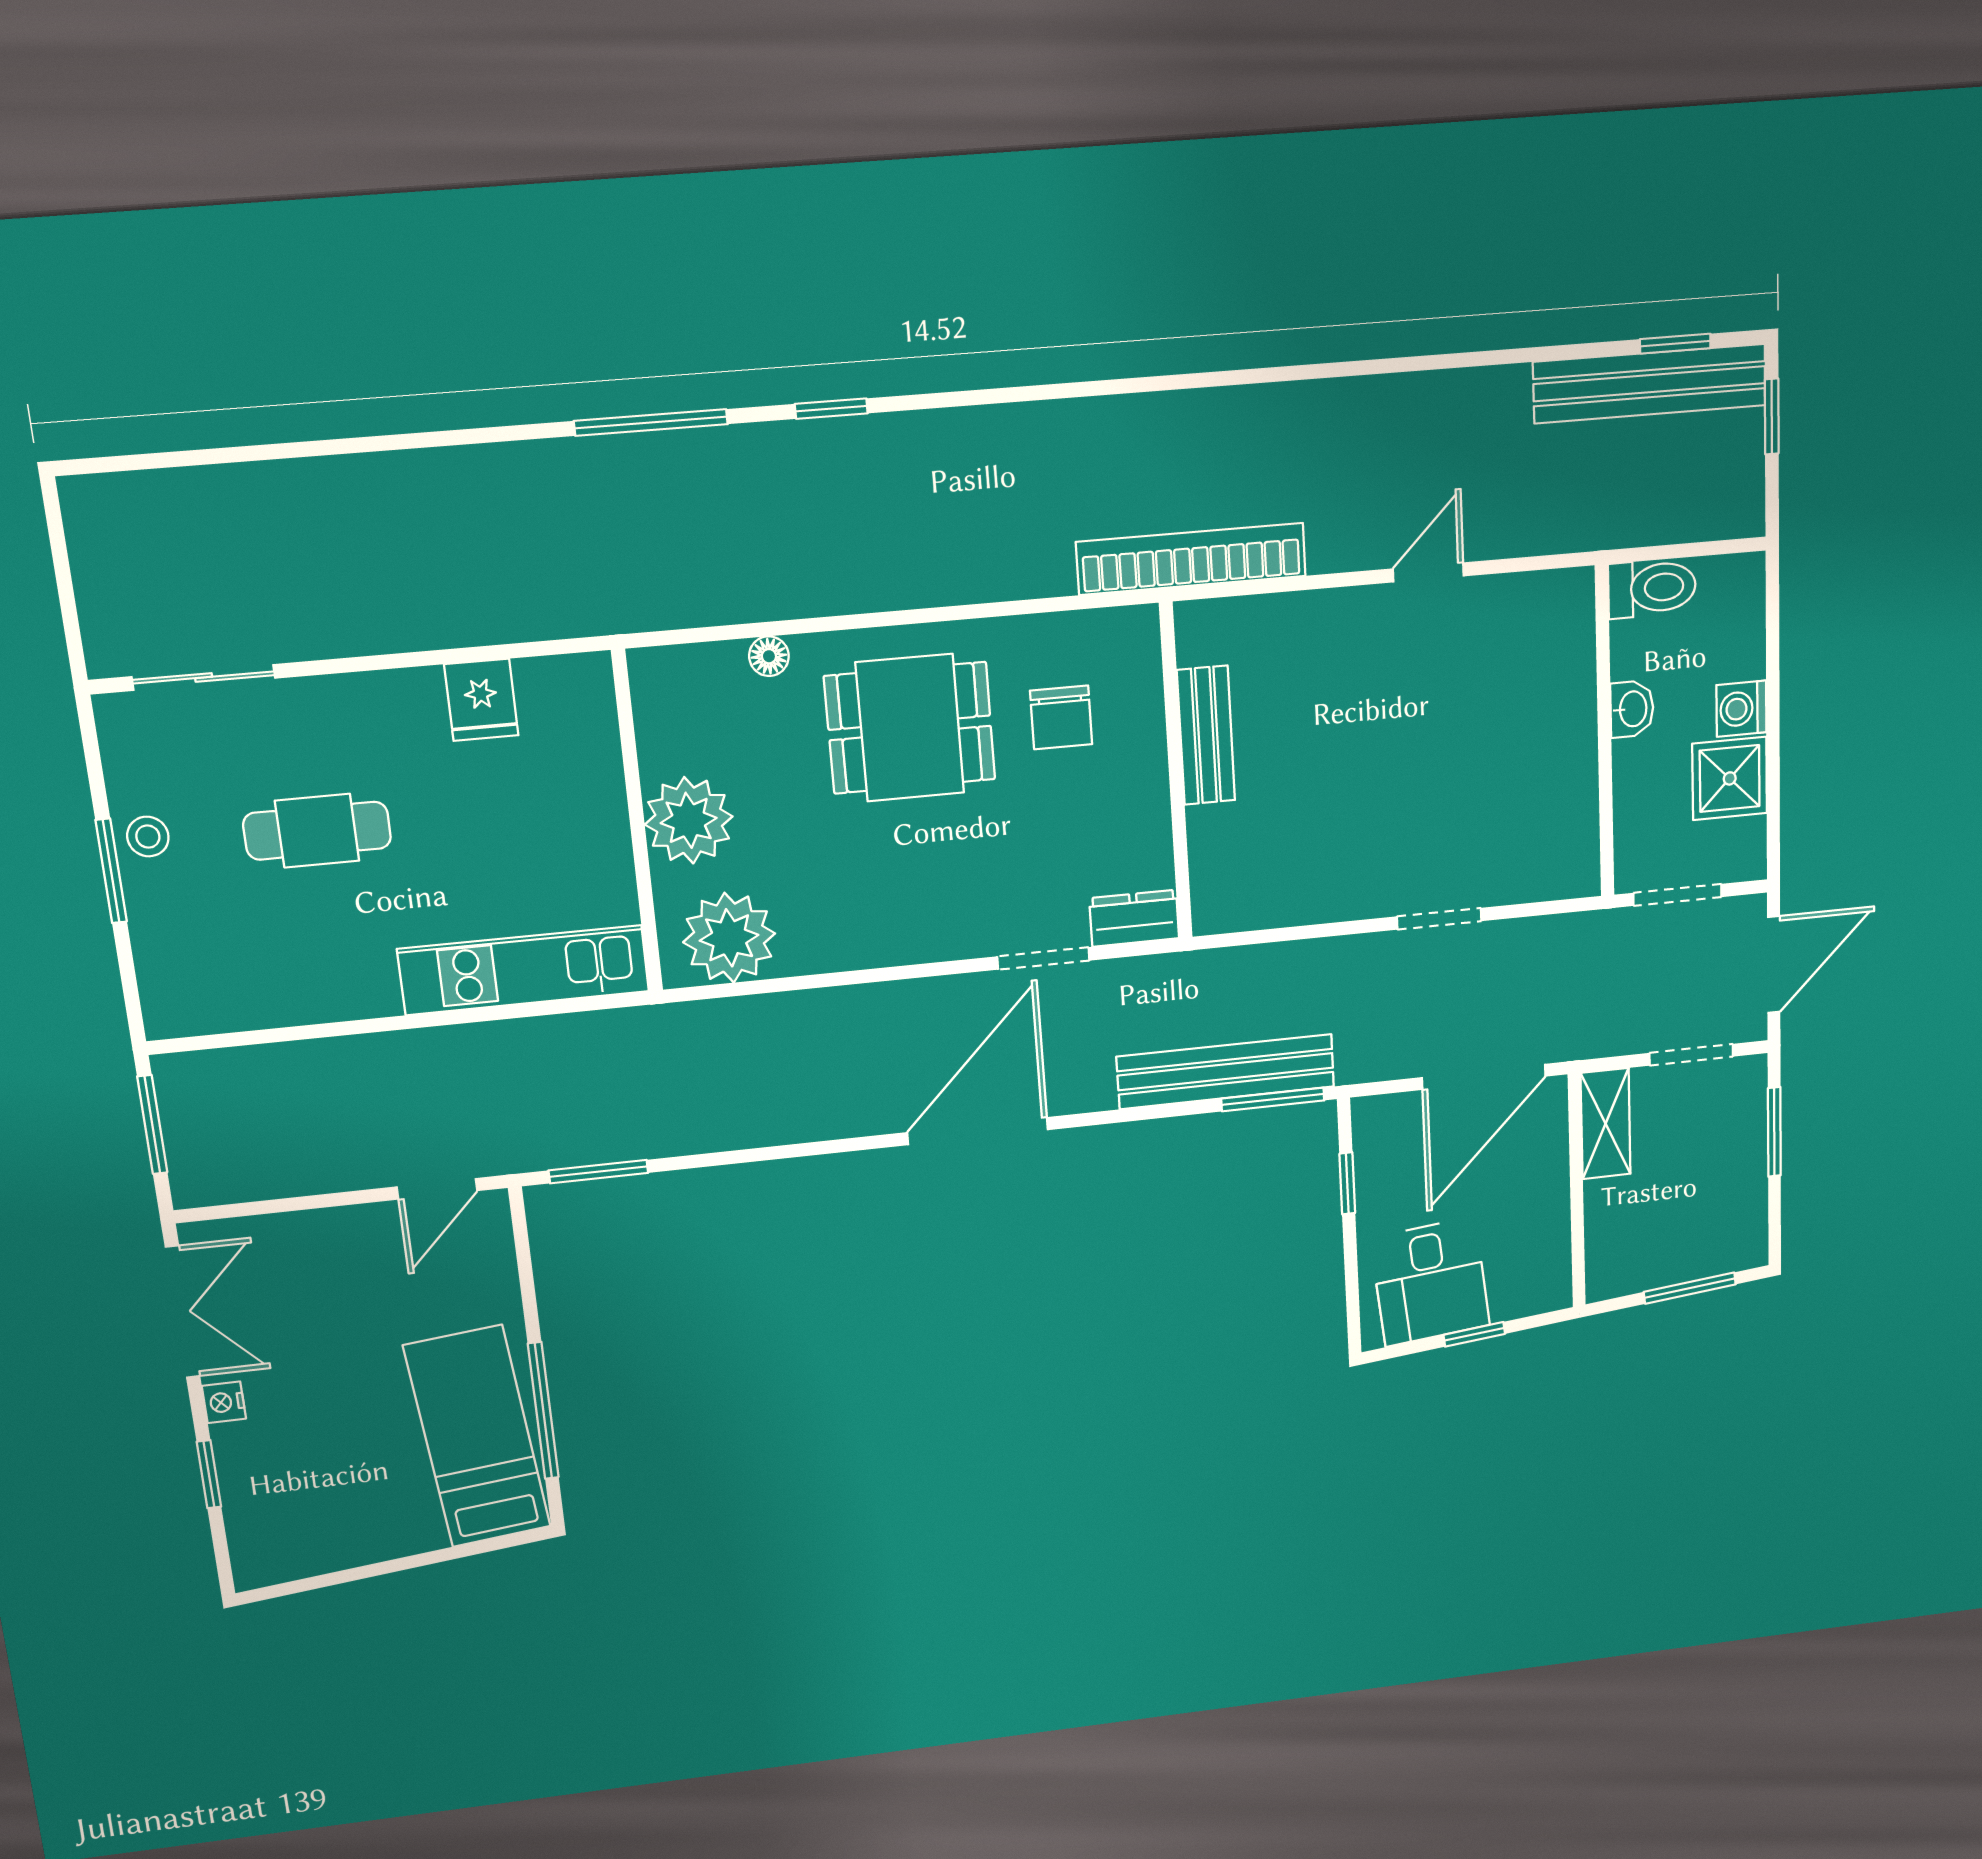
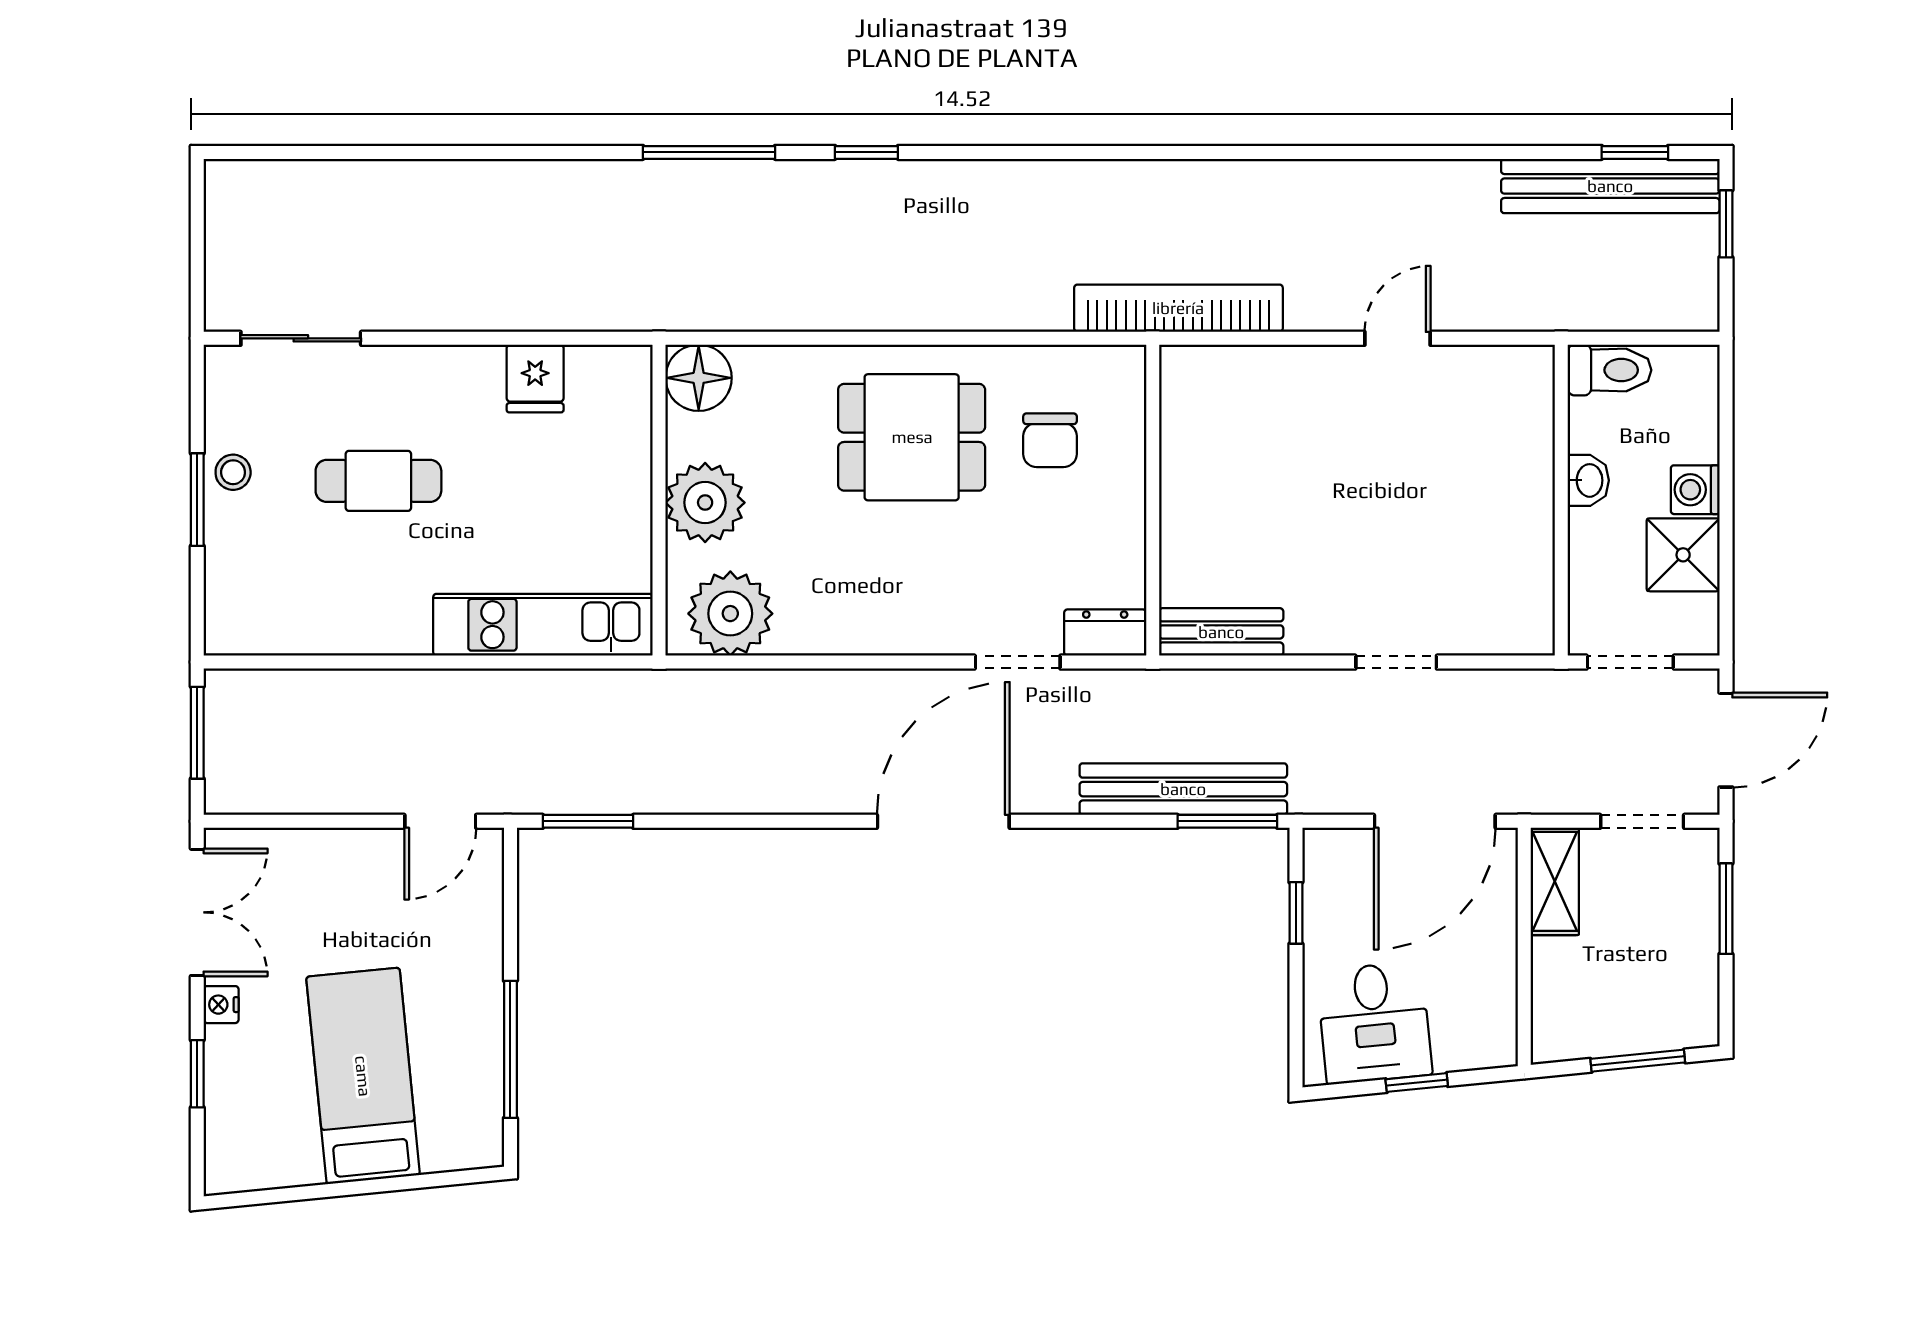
floor lamp: (769, 656) -> (699, 378), moved, width x1.89, depth x1.89
bench: (1206, 735) -> (1221, 632), moved, turned 90
bed: (477, 1437) -> (363, 1076), moved

